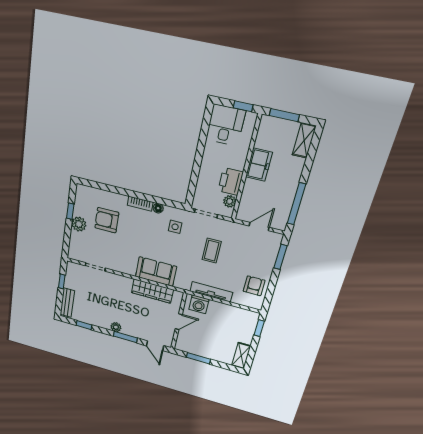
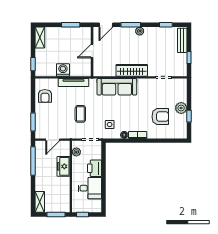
desk: (226, 125) -> (90, 188), moved, turned -90
freezer: (259, 165) -> (63, 166), moved
printer: (231, 181) -> (95, 168), moved, turned 180
sofa: (156, 272) -> (117, 87), width x1.36
wardrobe: (152, 291) -> (132, 70), moved
washing machine: (199, 304) -> (63, 70), moved
door: (155, 346) -> (106, 25), swing flipped

